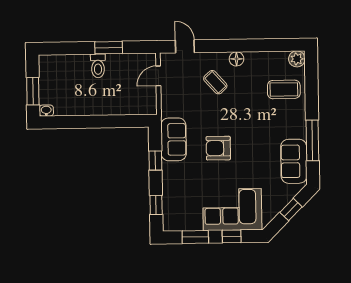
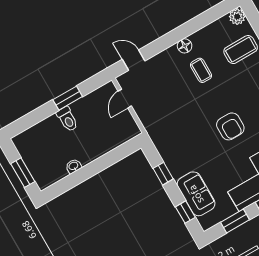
coffee table: (215, 82) -> (201, 70), moved, turned 42
washbasin: (46, 111) -> (74, 166), moved
sofa: (174, 139) -> (196, 194), moved
armchair: (218, 148) -> (230, 126), moved, turned -90

